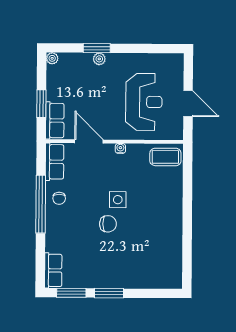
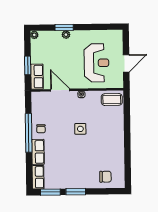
door: (188, 104) -> (126, 63), hinge flipped
row of seats: (55, 162) -> (38, 152), moved
chair: (108, 224) -> (105, 177), moved

